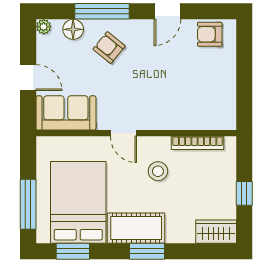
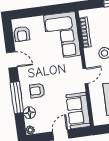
armchair: (109, 48) -> (37, 91), turned 51
corner sofa: (198, 103) -> (62, 35), added

